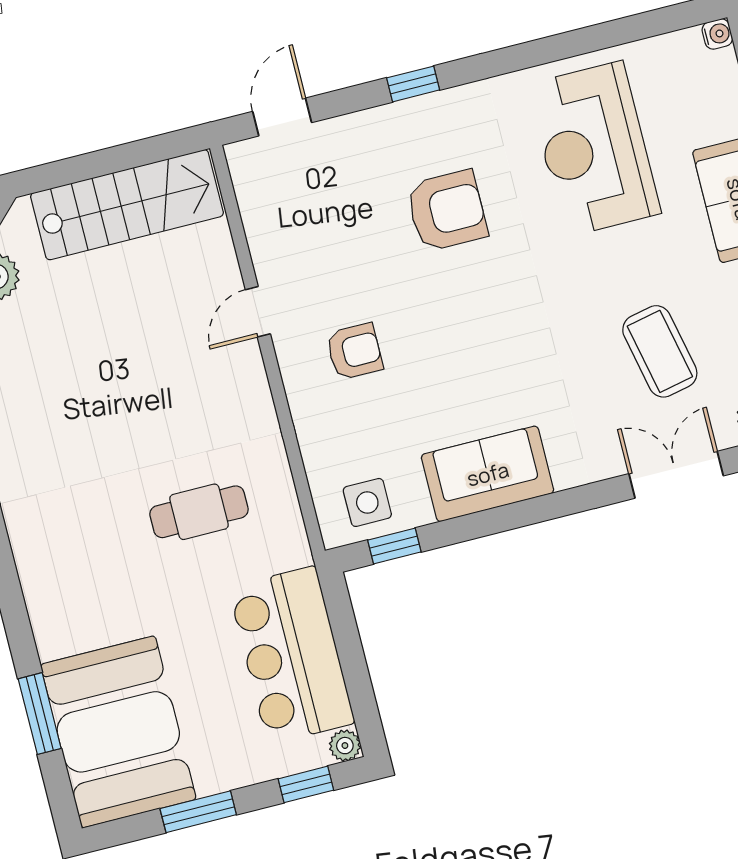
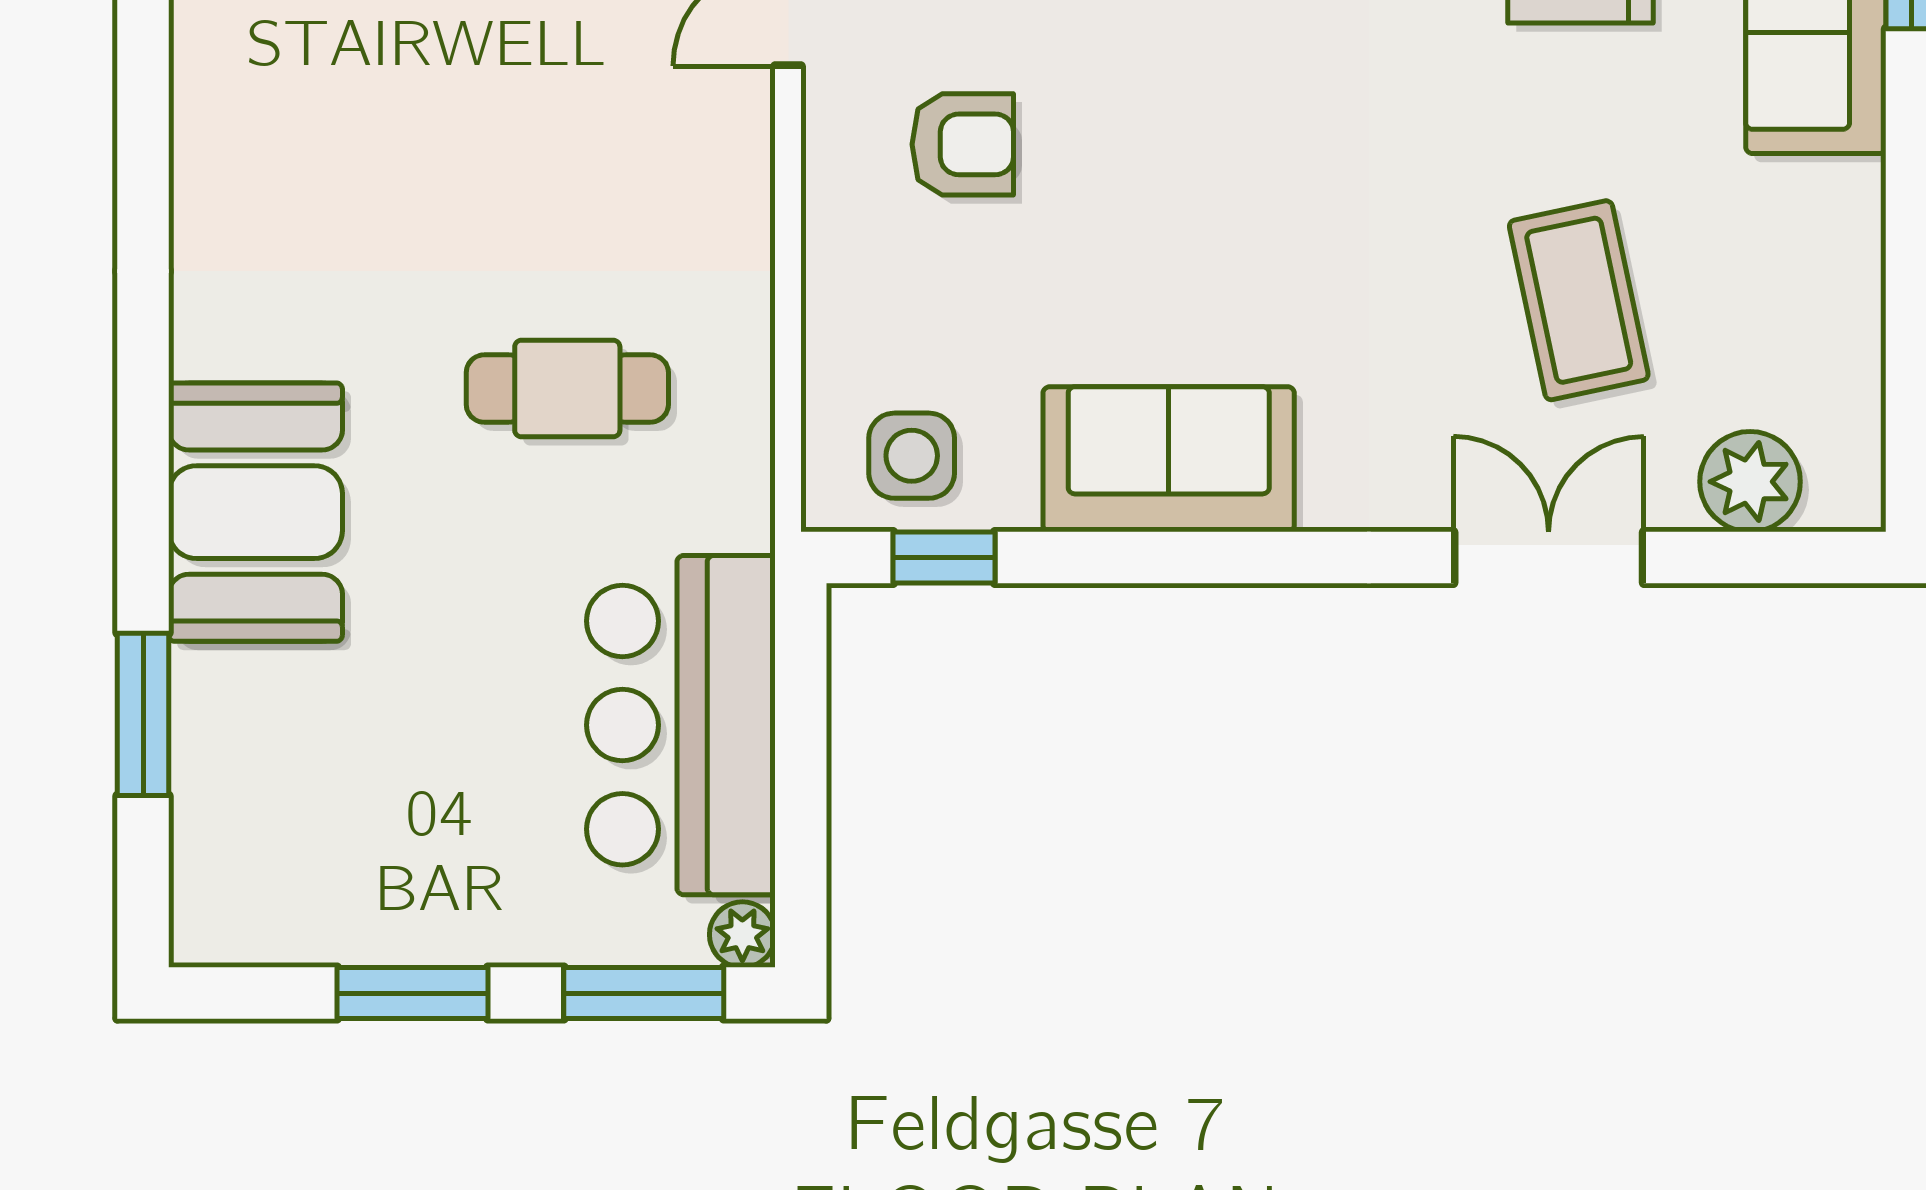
booth: (118, 732) -> (256, 512), moved, width x0.73, depth x0.70
window: (306, 784) -> (644, 993), width x1.50

